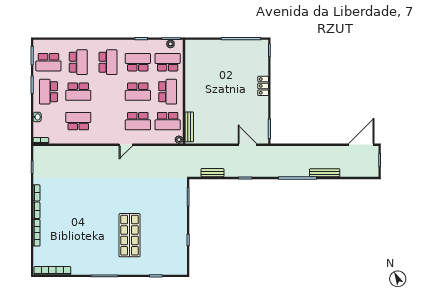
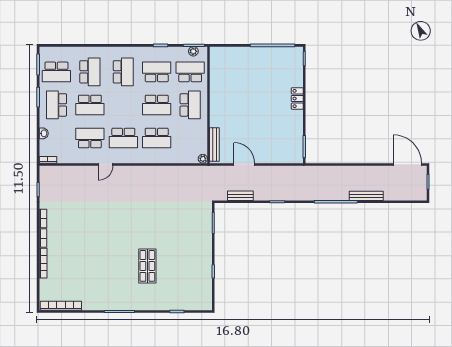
school desk: (168, 121) -> (123, 138), moved
door: (126, 145) -> (105, 164), moved
door: (247, 145) -> (244, 164), moved
door: (361, 145) -> (407, 164), hinge flipped
shop shelf: (129, 235) -> (147, 266), width x0.70, depth x0.74

